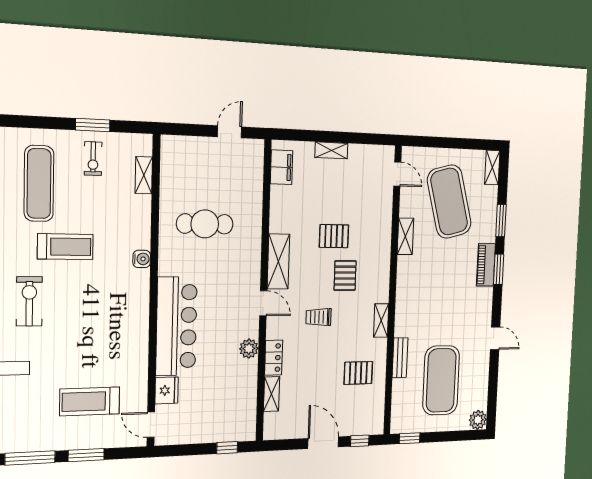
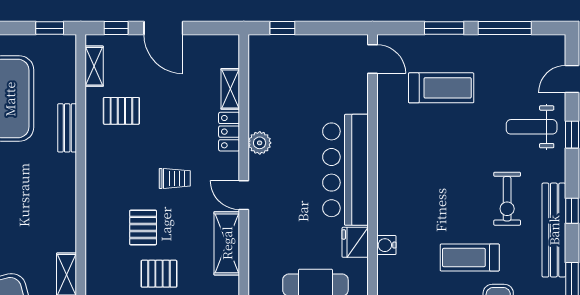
shelving: (381, 320) -> (94, 66), moved
fridge: (167, 390) -> (355, 242), moved

